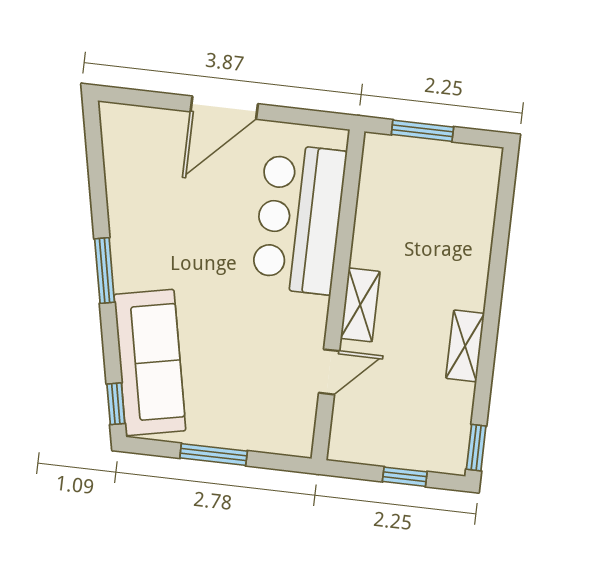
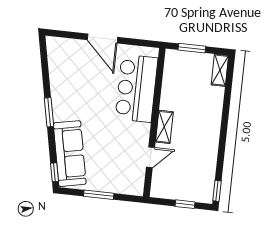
door: (224, 108) -> (102, 38), hinge flipped
shelving: (465, 346) -> (220, 70), moved

